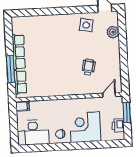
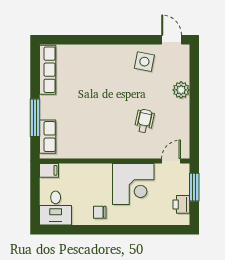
plant: (113, 32) -> (181, 90), moved
row of seats: (19, 52) -> (48, 70), moved
corner desk: (85, 127) -> (133, 184), moved, turned 180
desk: (33, 133) -> (56, 208), width x0.73

